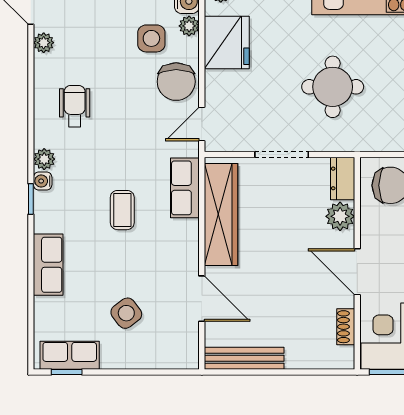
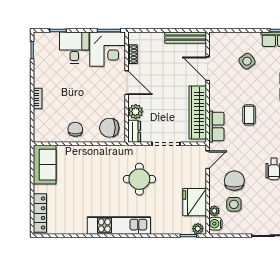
chair: (176, 82) -> (234, 181), moved

